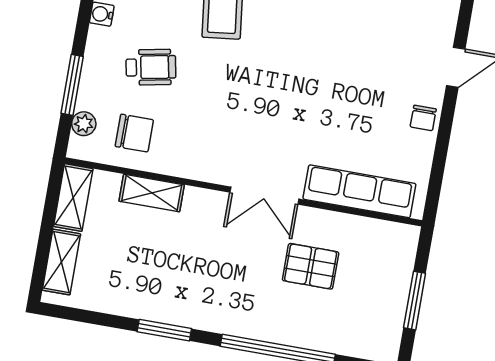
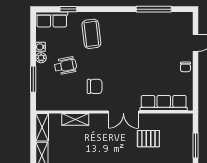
plant: (84, 124) -> (41, 58), moved
chair: (134, 133) -> (95, 86), moved

